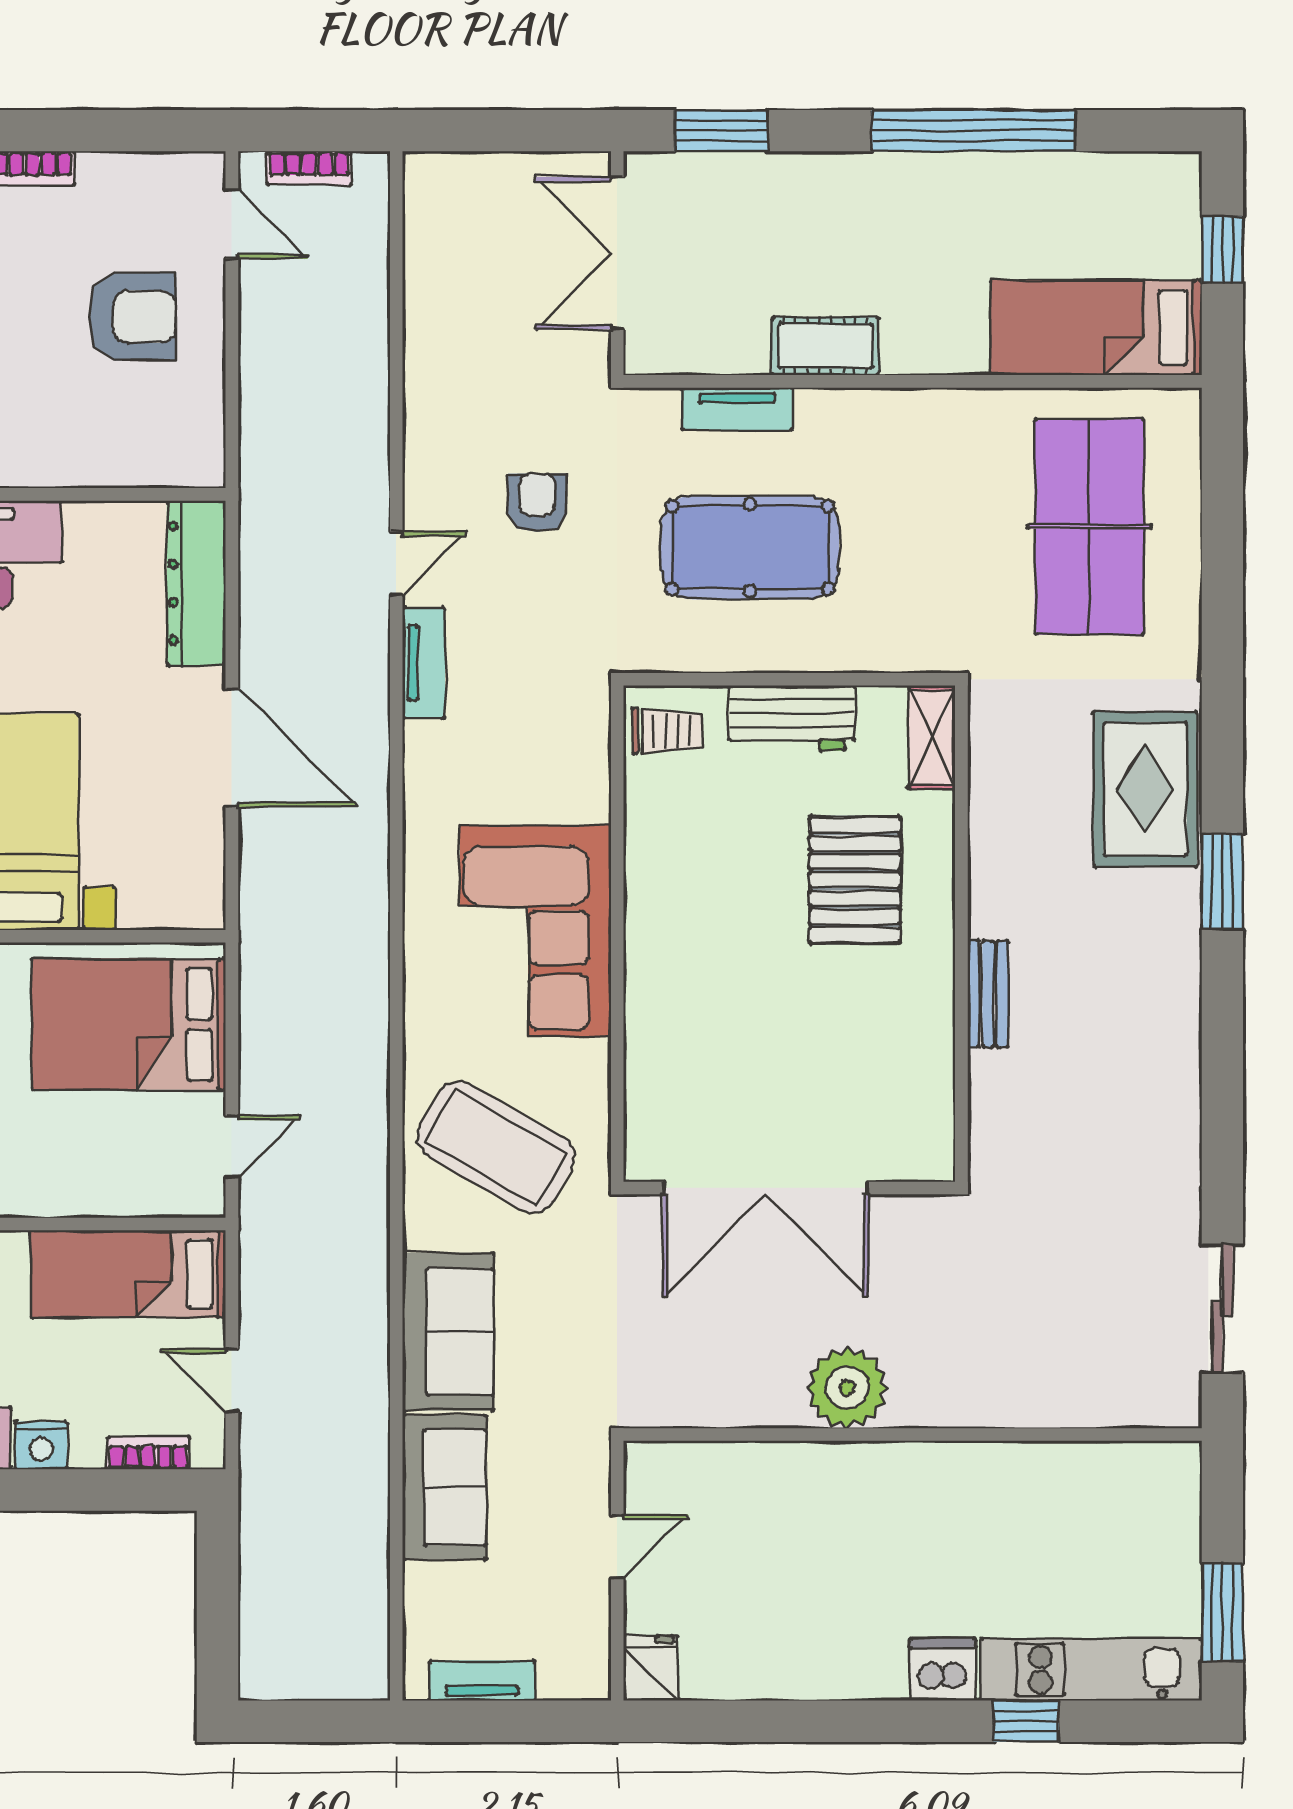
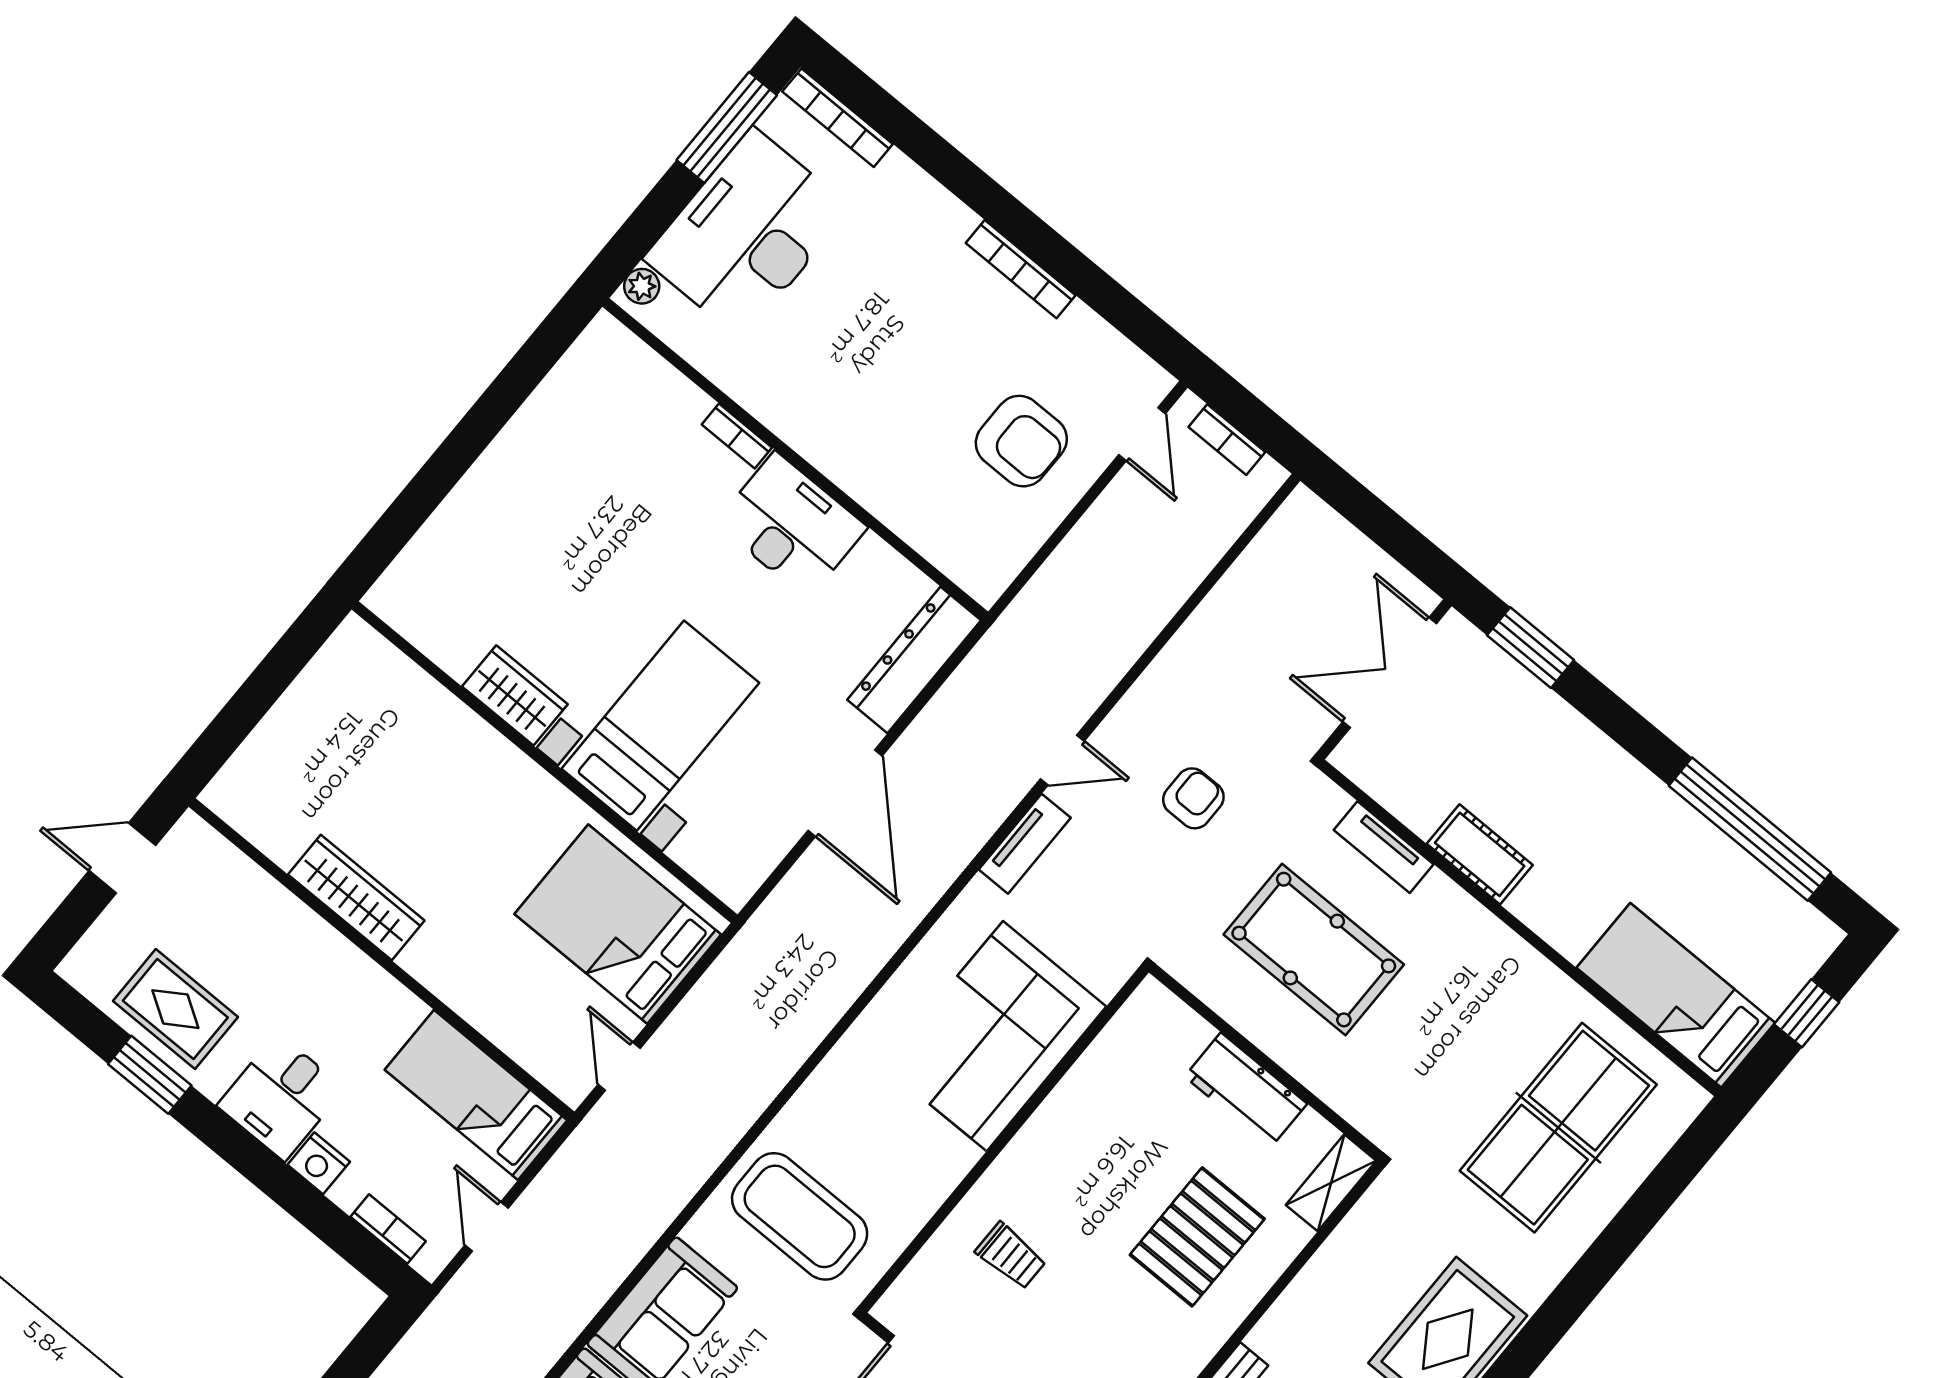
window: (973, 131) -> (1750, 829), moved
trolley: (667, 731) -> (1011, 1256), moved
corner sofa: (536, 931) -> (995, 1036), moved
door: (232, 1146) -> (619, 1066), swing flipped
coffee table: (496, 1147) -> (800, 1216), turned -30

